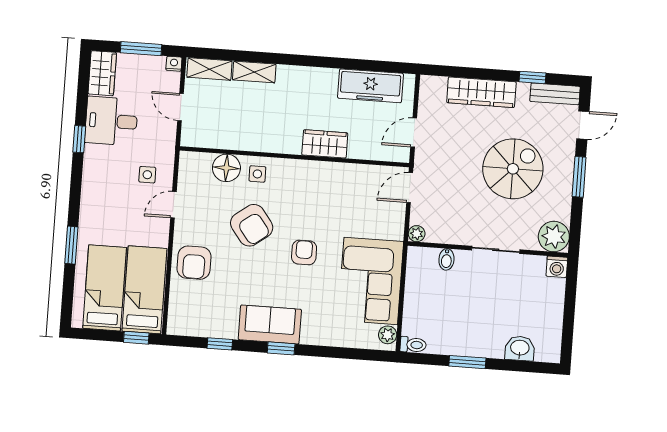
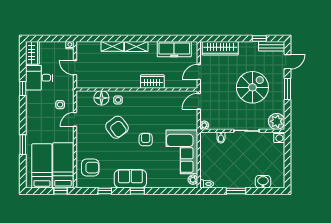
window: (141, 49) -> (52, 38), removed
shelving: (209, 69) -> (136, 47), moved
wardrobe: (481, 92) -> (220, 48), moved
armchair: (194, 263) -> (90, 168), moved, turned -90

